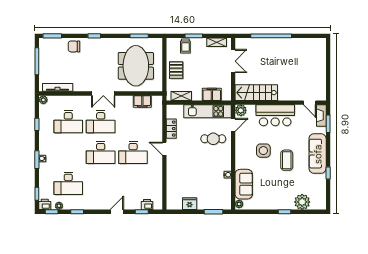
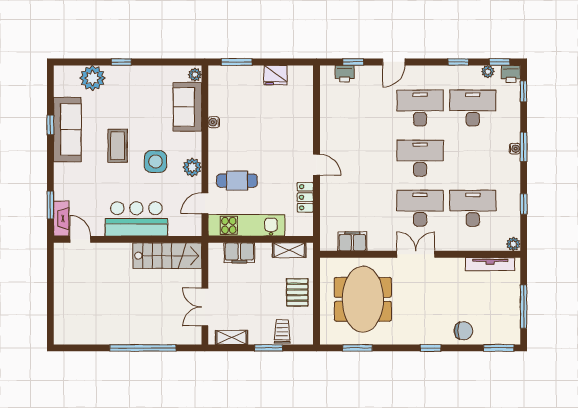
plant: (241, 110) -> (192, 167), moved
desk: (133, 153) -> (420, 108), moved
sofa: (318, 154) -> (67, 130), moved

